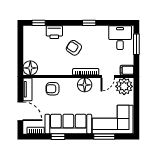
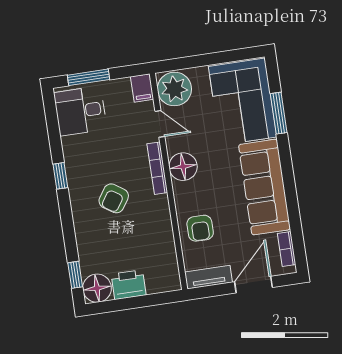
printer: (54, 32) -> (129, 285), moved, turned -90
floor lamp: (30, 68) -> (97, 288), moved
window: (58, 137) -> (292, 204), removed

